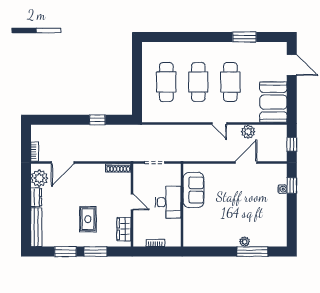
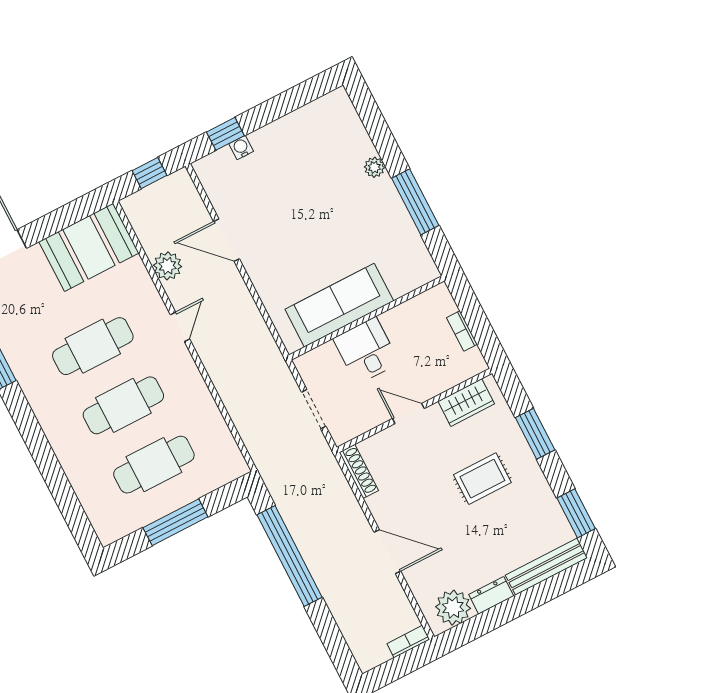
window: (137, 78) -> (175, 522), added
window: (97, 120) -> (290, 556), width x3.17
door: (63, 162) -> (387, 552), moved
sofa: (194, 190) -> (339, 305), width x1.36
door: (132, 202) -> (408, 414), hinge flipped
desk: (168, 202) -> (366, 351), width x0.73
window: (65, 252) -> (576, 513), moved
window: (252, 252) -> (415, 202), moved

